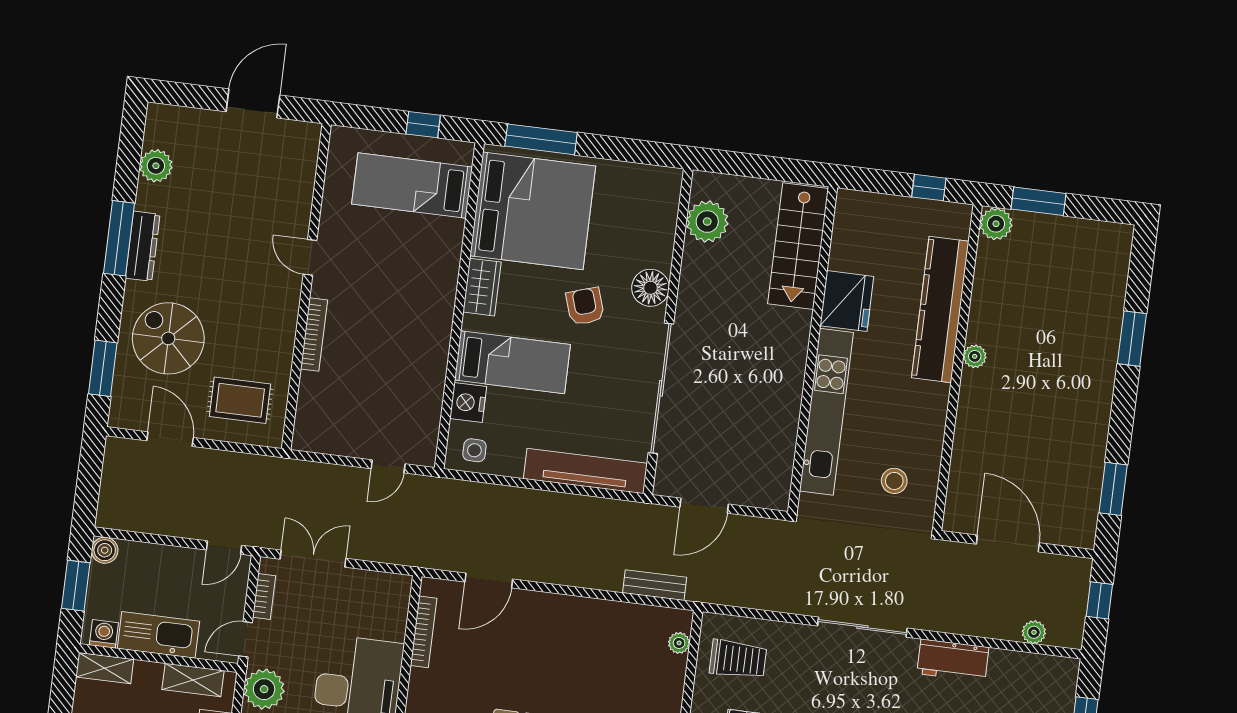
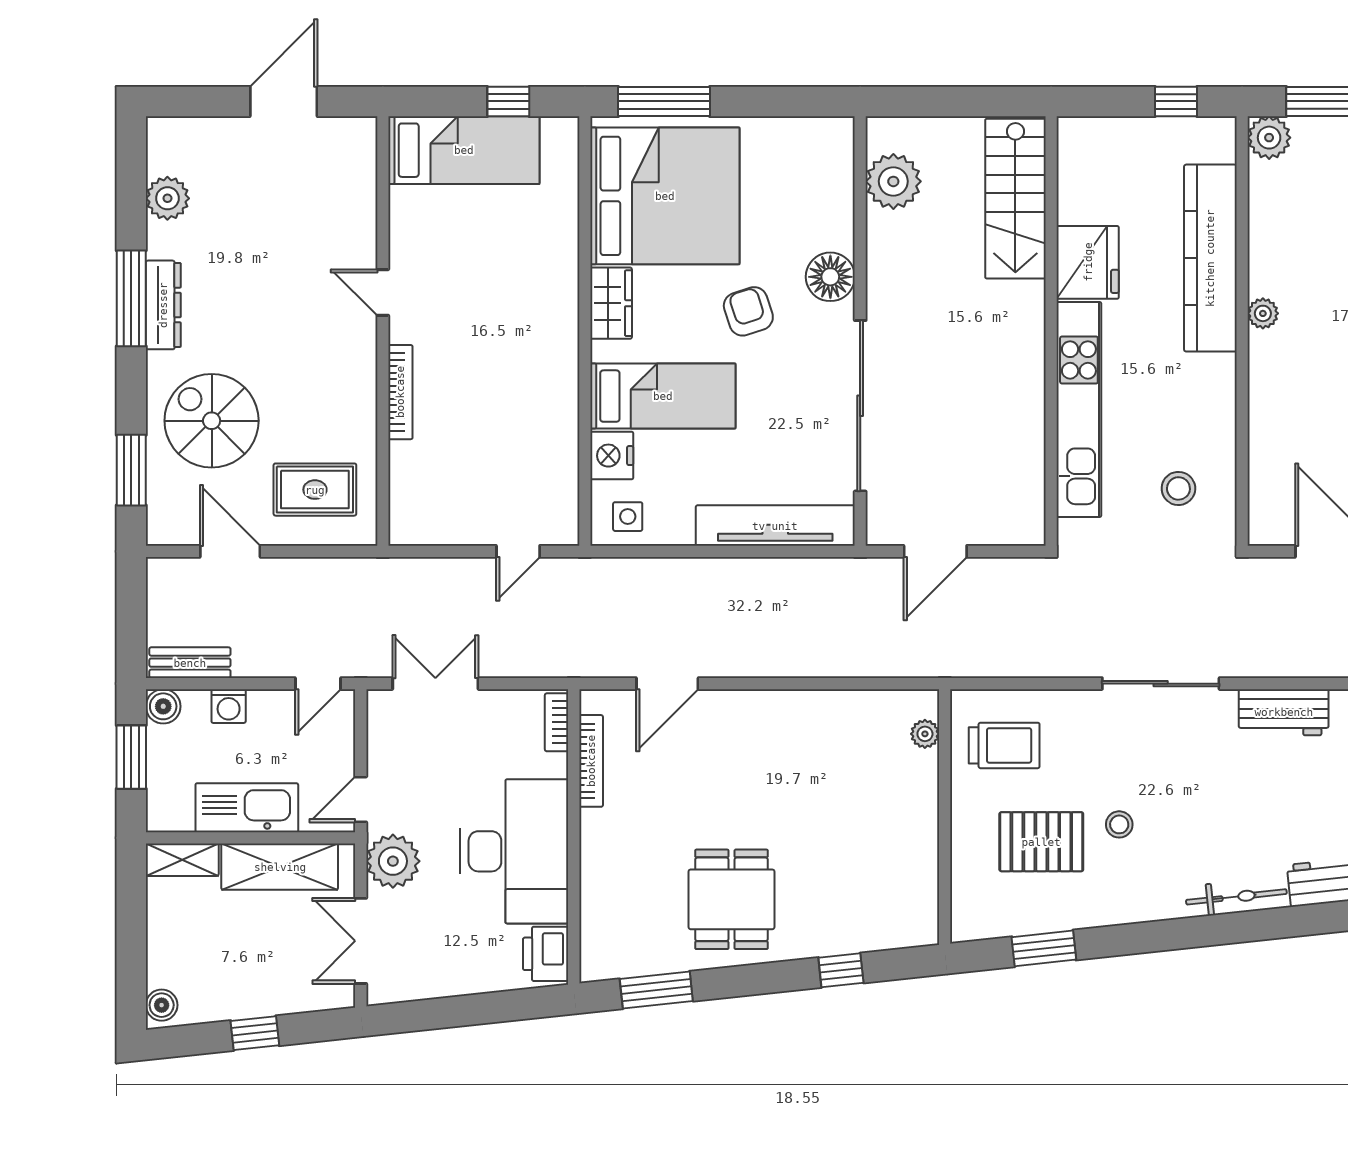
bed: (412, 185) -> (464, 150), moved, turned 180
bench: (655, 585) -> (190, 663), moved
bookcase: (264, 596) -> (557, 722), moved, turned 180
washing machine: (104, 634) -> (229, 706), moved, turned 180
shelving: (193, 680) -> (280, 867), width x1.50, depth x1.33

